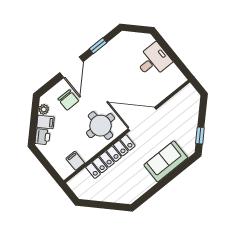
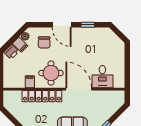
desk: (153, 61) -> (102, 77), moved, turned 90
door: (71, 67) -> (62, 25), hinge flipped
filing cabinet: (75, 161) -> (30, 82), moved

